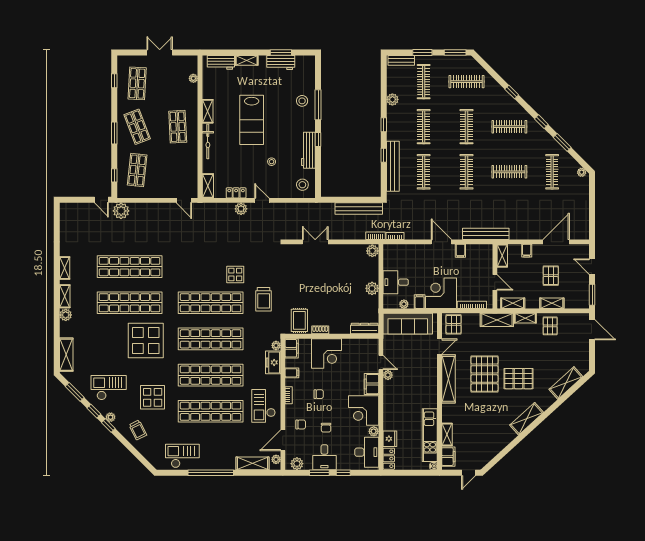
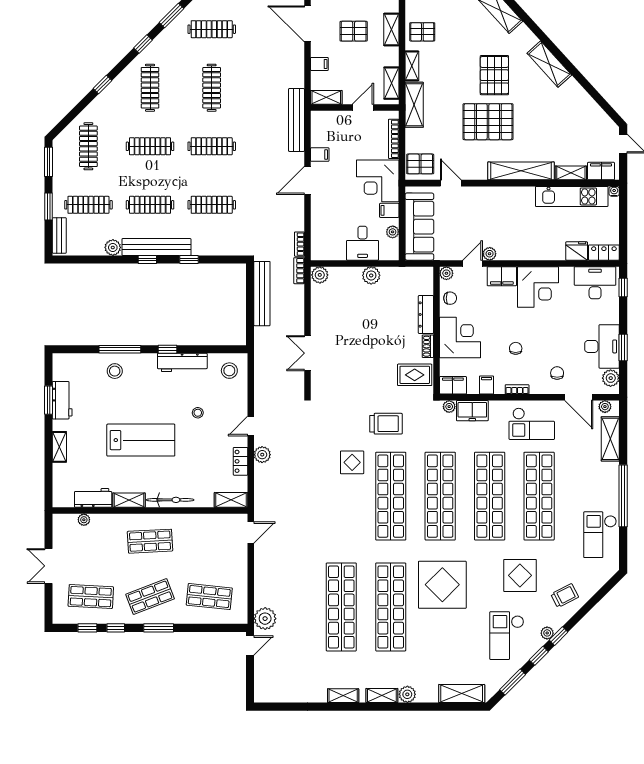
workbench: (221, 62) -> (93, 498), moved, turned -90
bench: (393, 166) -> (156, 247), moved
window: (114, 175) -> (116, 628), moved
dresser: (365, 329) -> (426, 315), moved
shelving: (448, 379) -> (521, 171), moved
chair: (326, 428) -> (450, 298), moved
plant: (374, 431) -> (446, 273), moved
desk: (324, 457) -> (602, 346), width x1.37
window: (343, 473) -> (623, 288), moved

